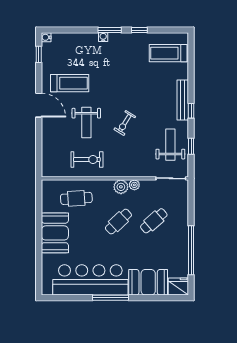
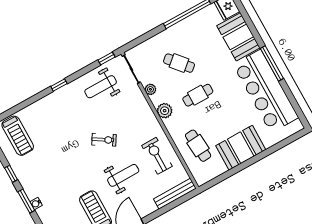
bench: (183, 100) -> (175, 194), moved
window: (191, 146) -> (107, 59), moved
plant: (134, 185) -> (150, 89), moved
cafe table: (118, 222) -> (198, 95), turned -47

